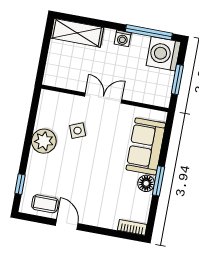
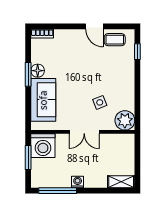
shelving: (77, 33) -> (121, 182), width x0.67, depth x0.75
washing machine: (163, 54) -> (43, 146), moved, turned 90
plant: (44, 141) -> (125, 120), moved

